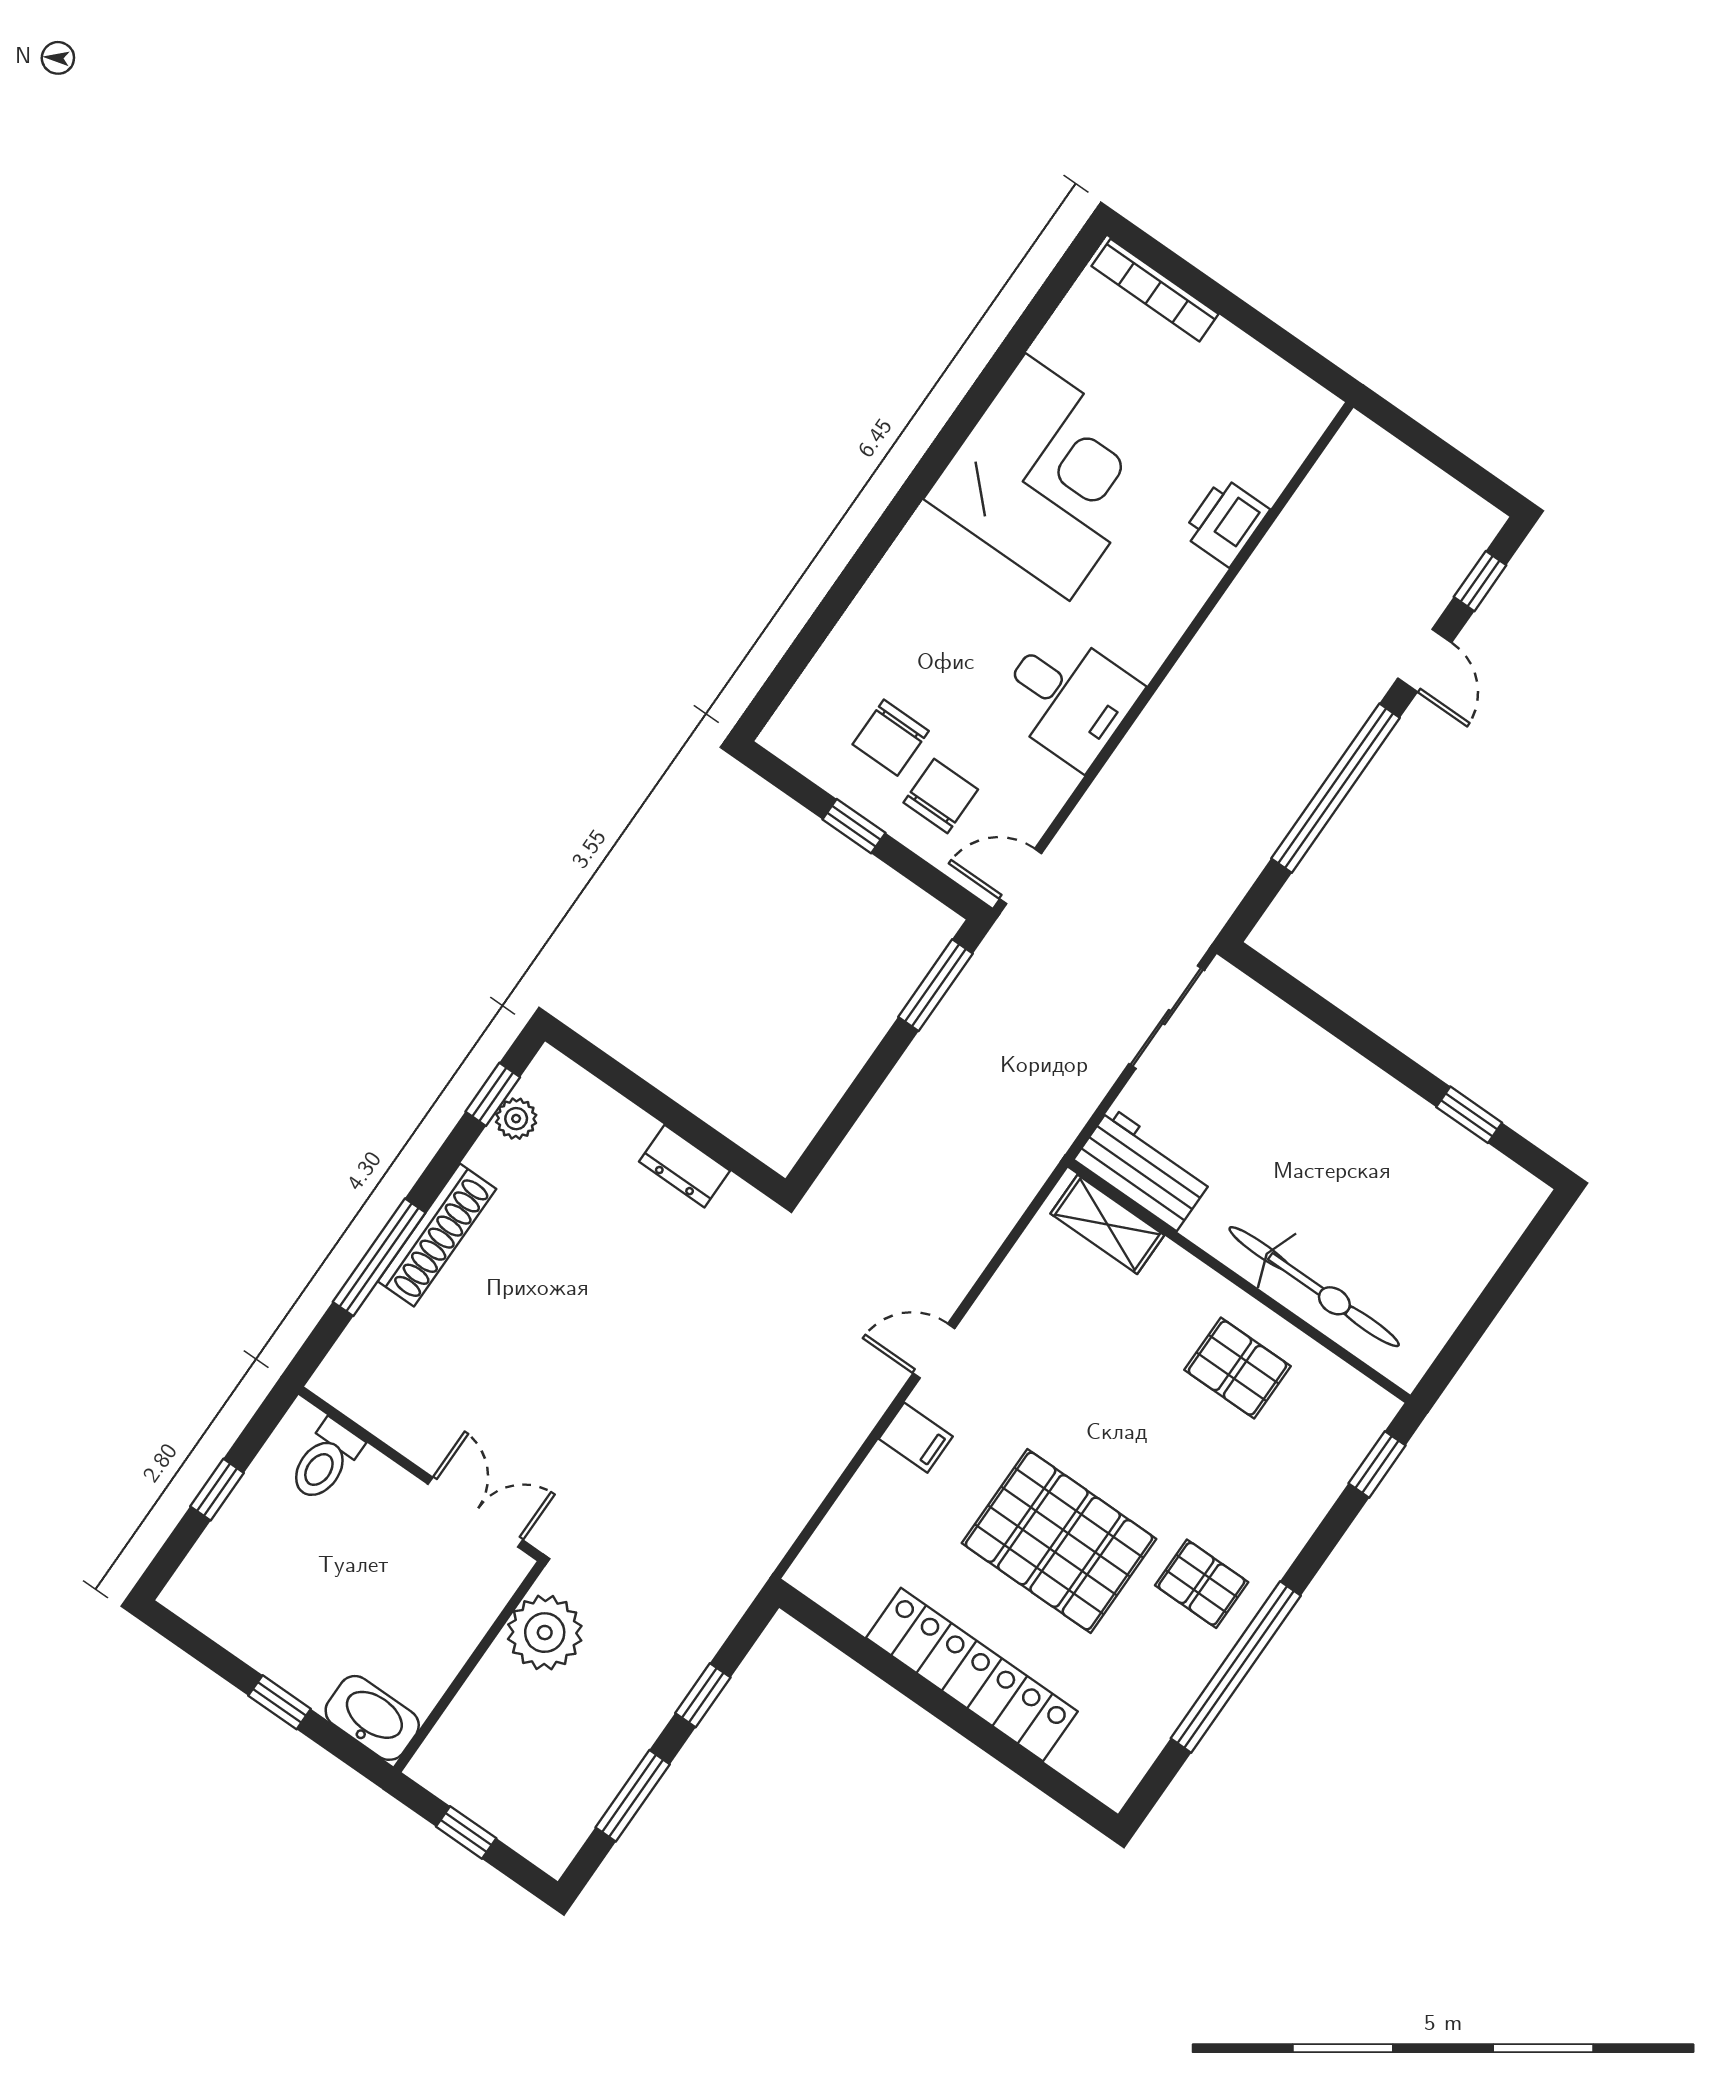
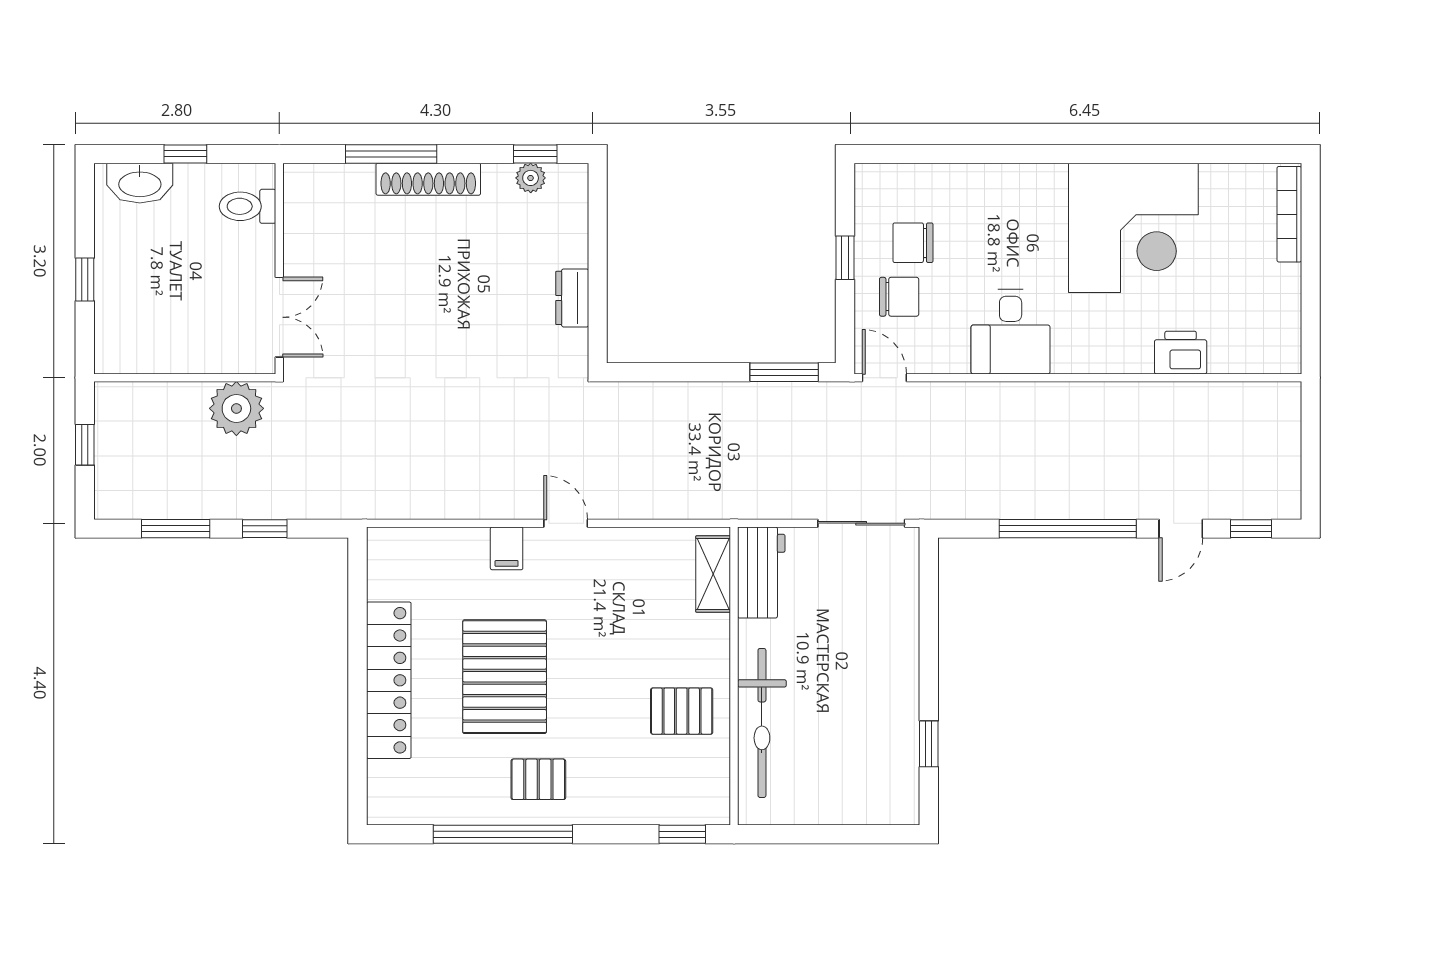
pallet: (1237, 1368) -> (682, 711), turned 90
pallet: (1202, 1584) -> (538, 779), turned 90
washbasin: (372, 1718) -> (140, 183), moved, turned 90

